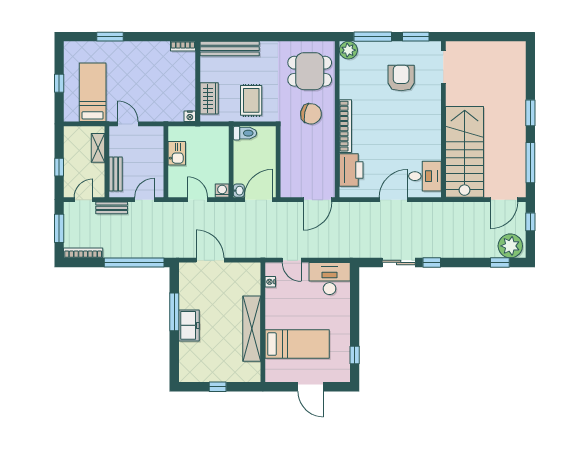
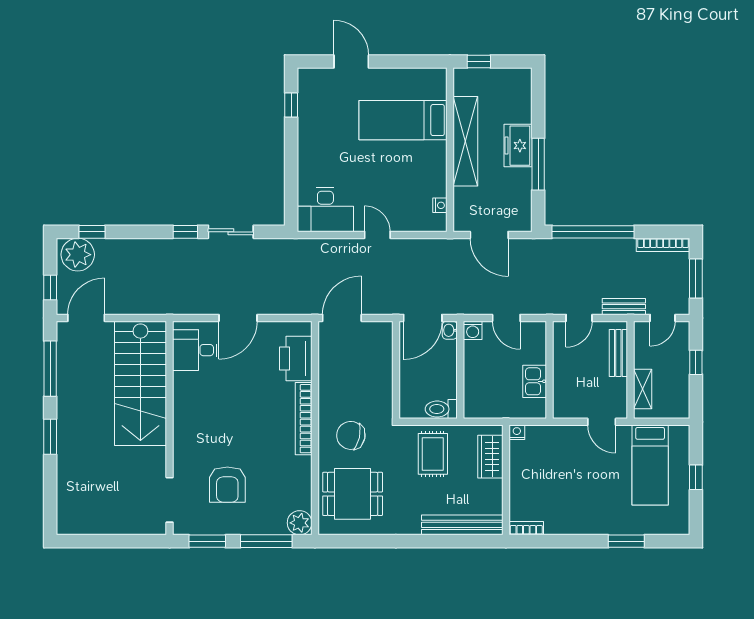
nightstand: (270, 282) -> (440, 205), moved
wall: (263, 322) -> (450, 150), moved
shelving: (252, 329) -> (465, 141), moved
bed: (297, 344) -> (403, 120), moved

